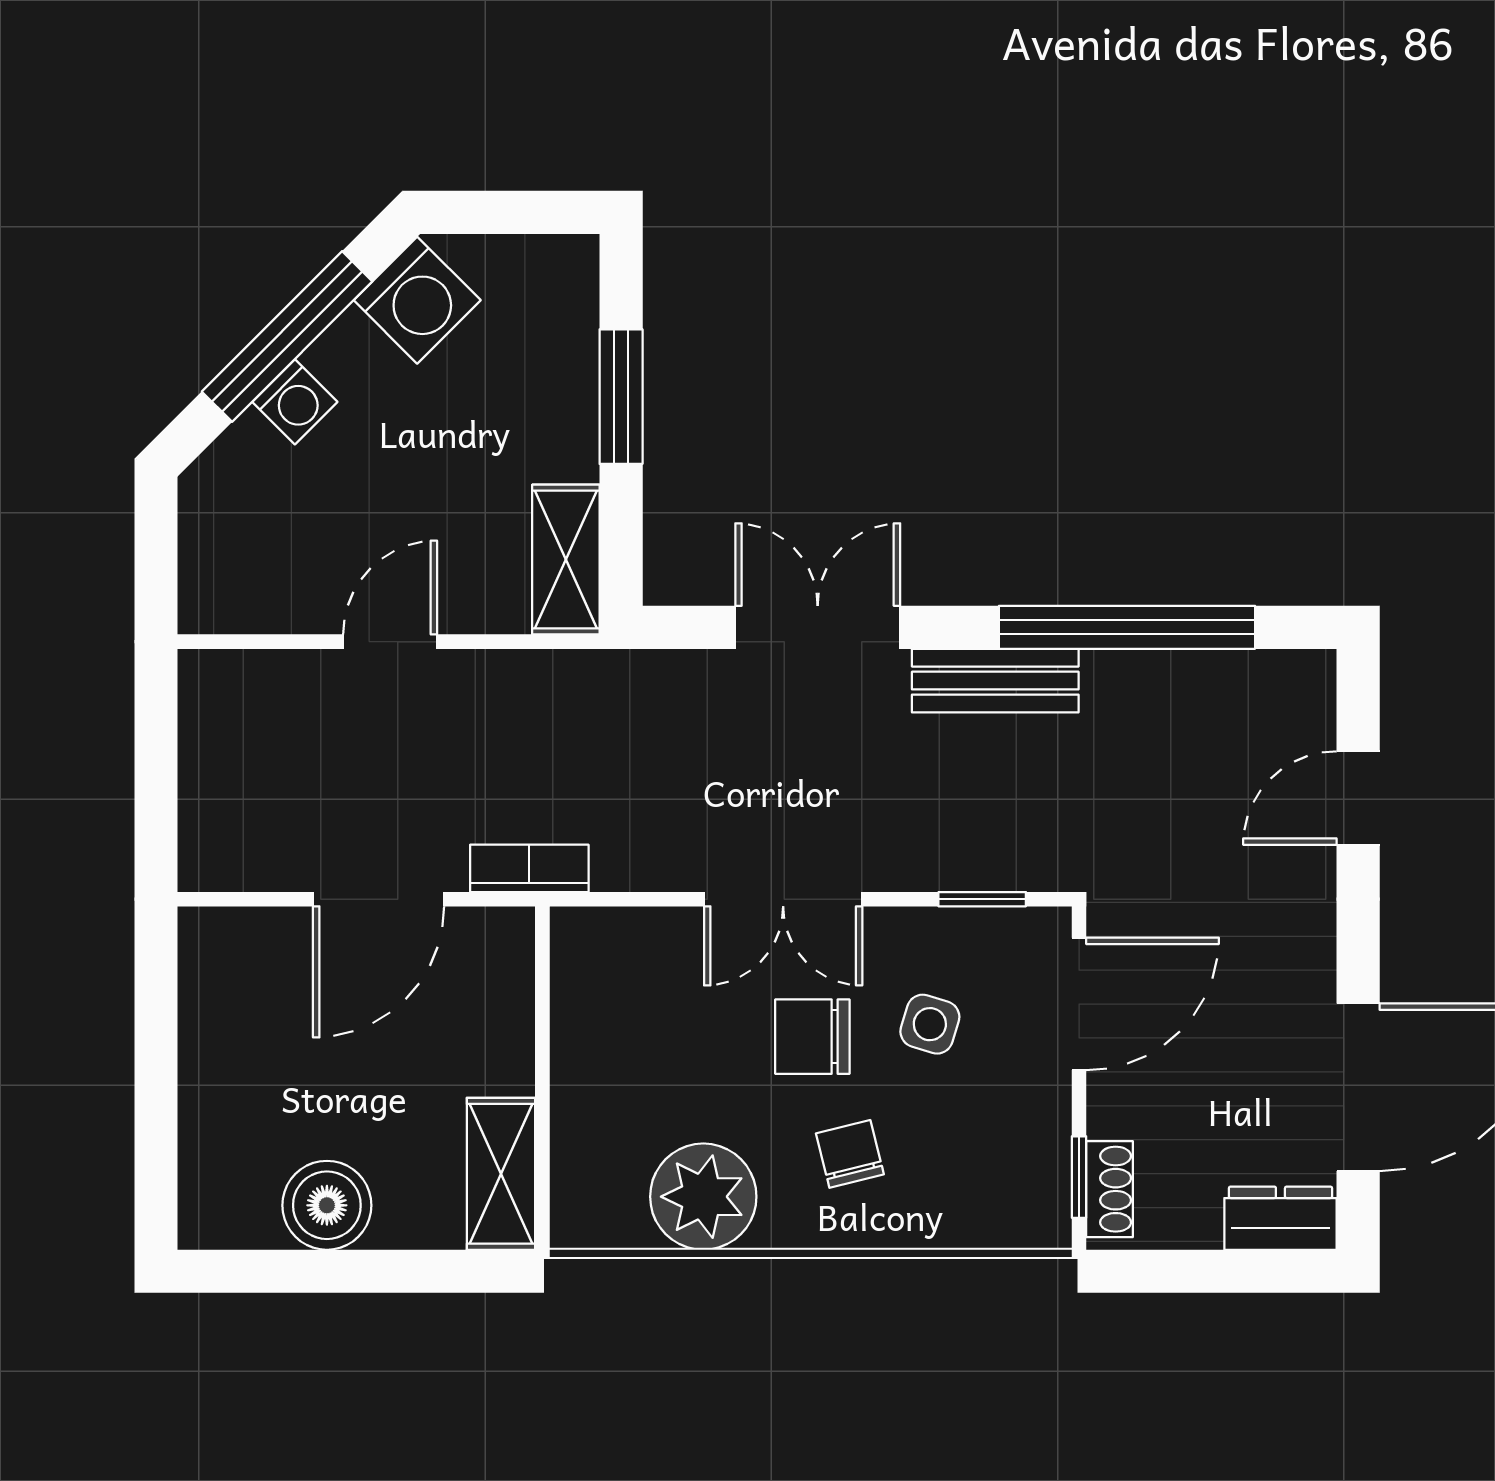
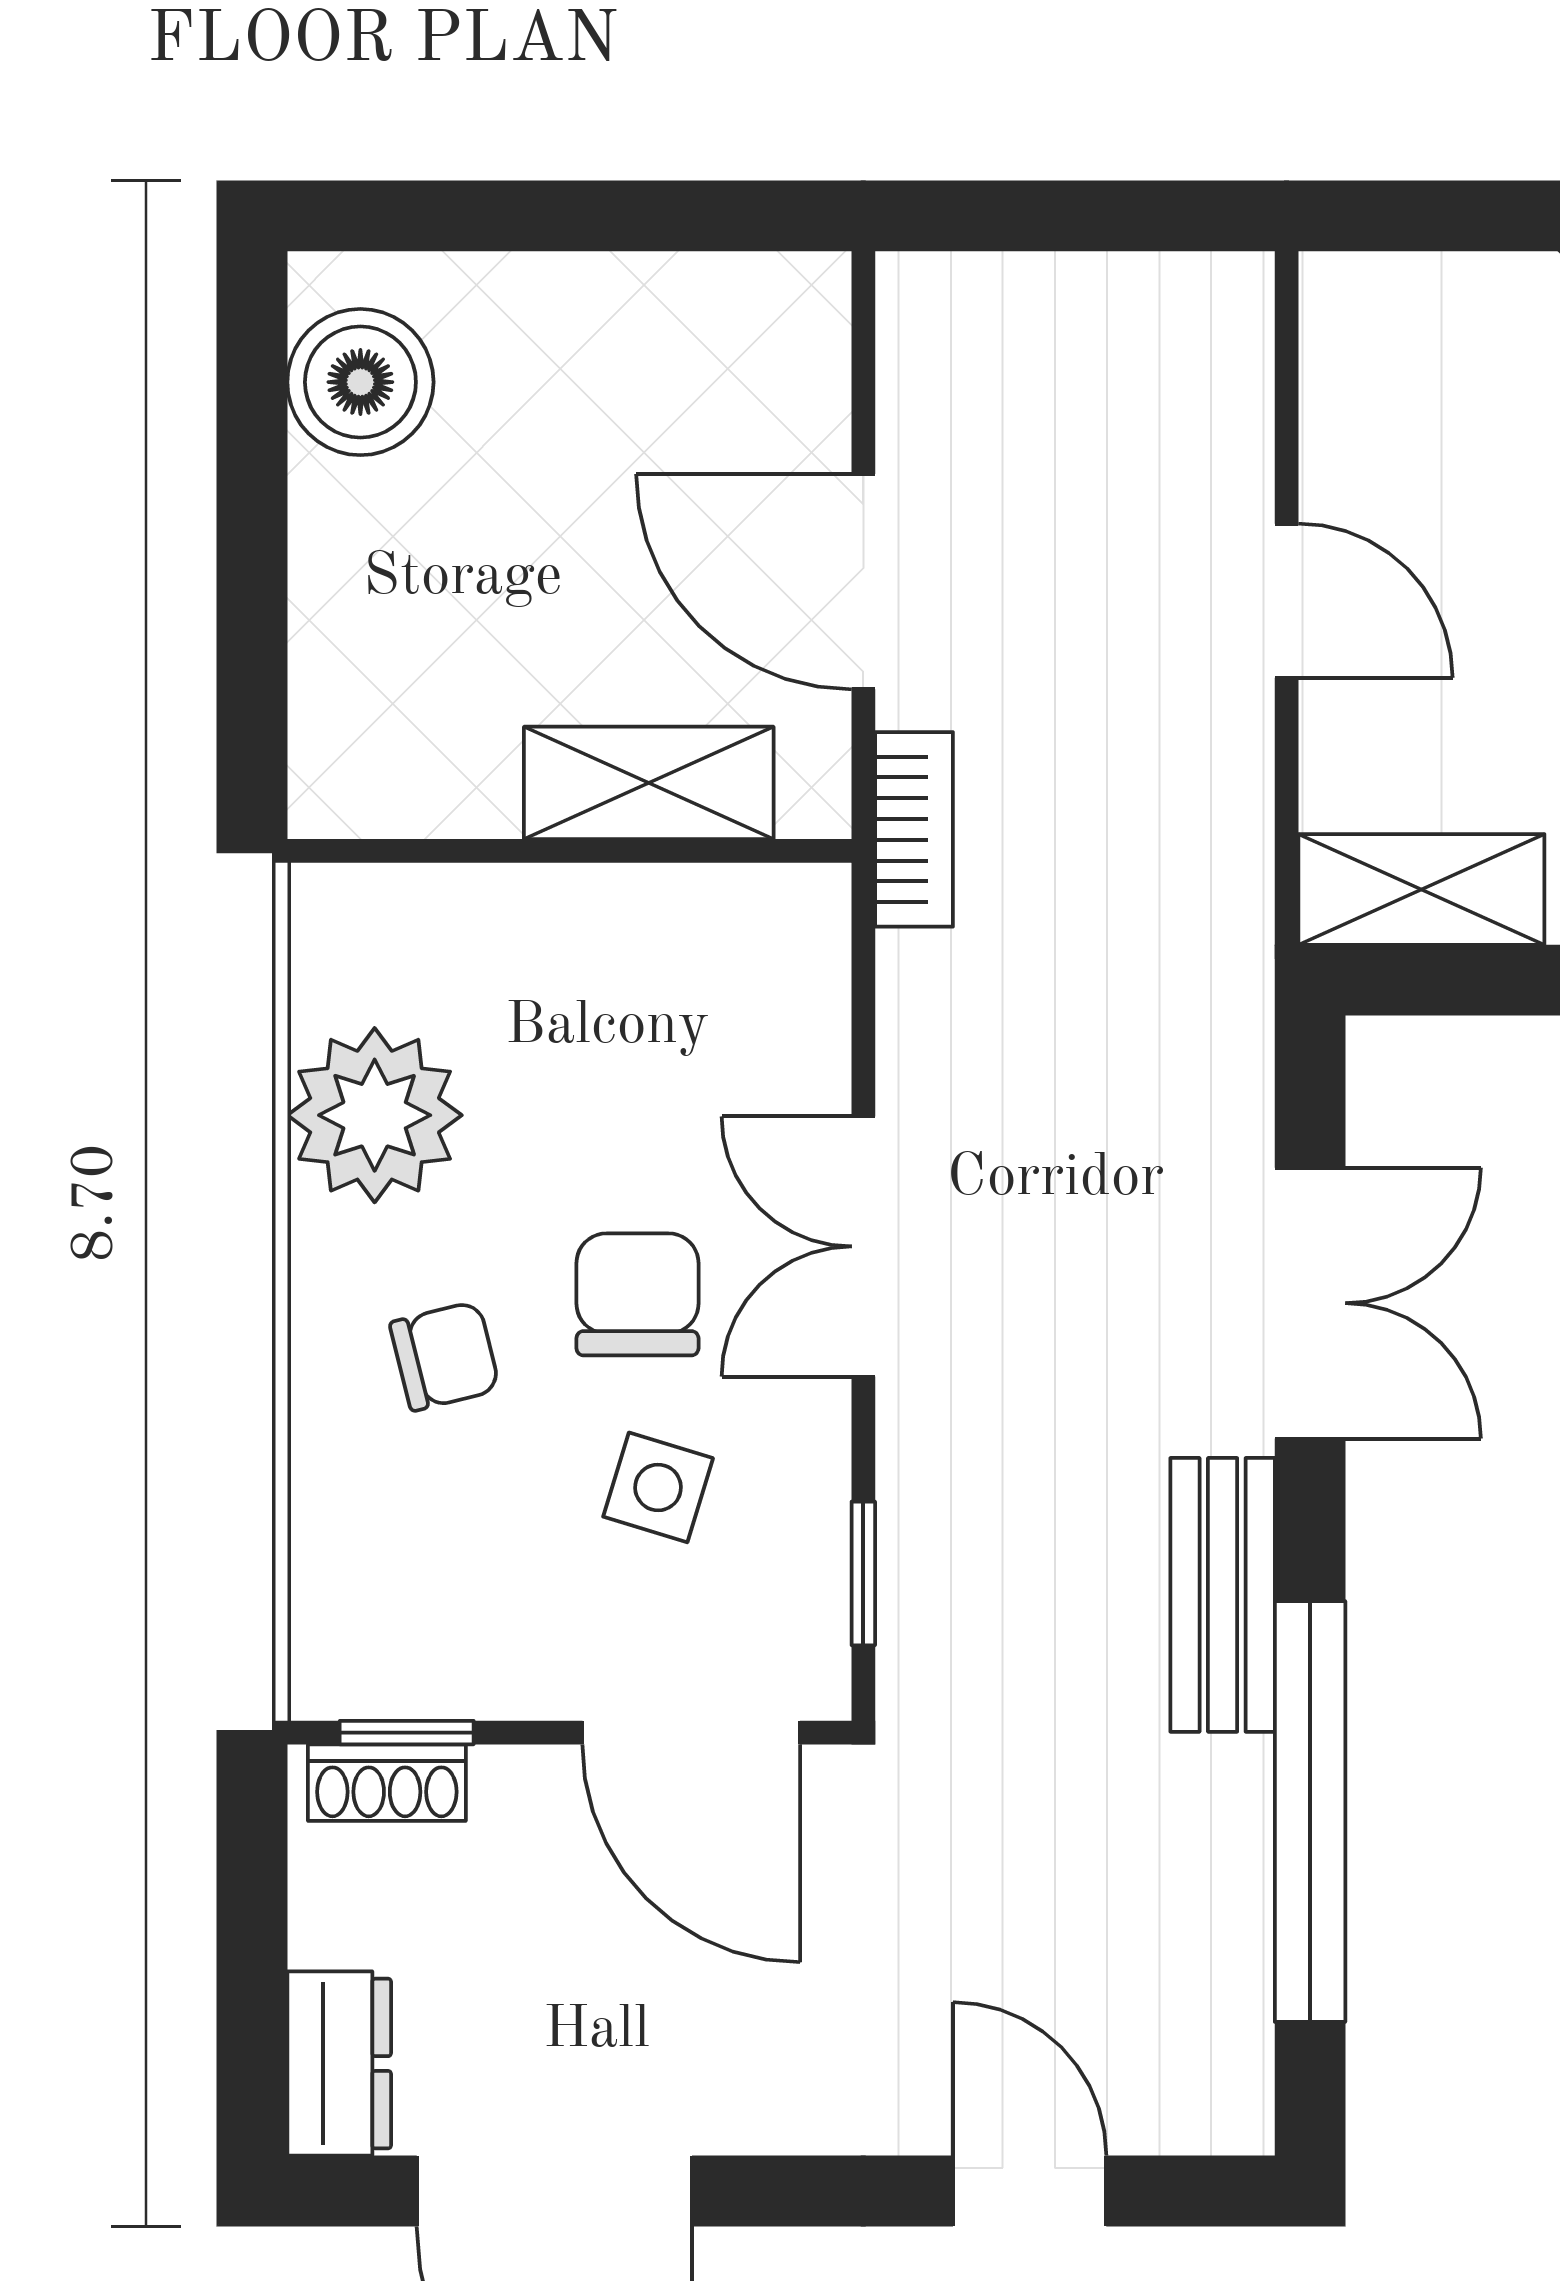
shelving: (501, 1174) -> (649, 783), moved
boiler: (327, 1205) -> (360, 382), moved

